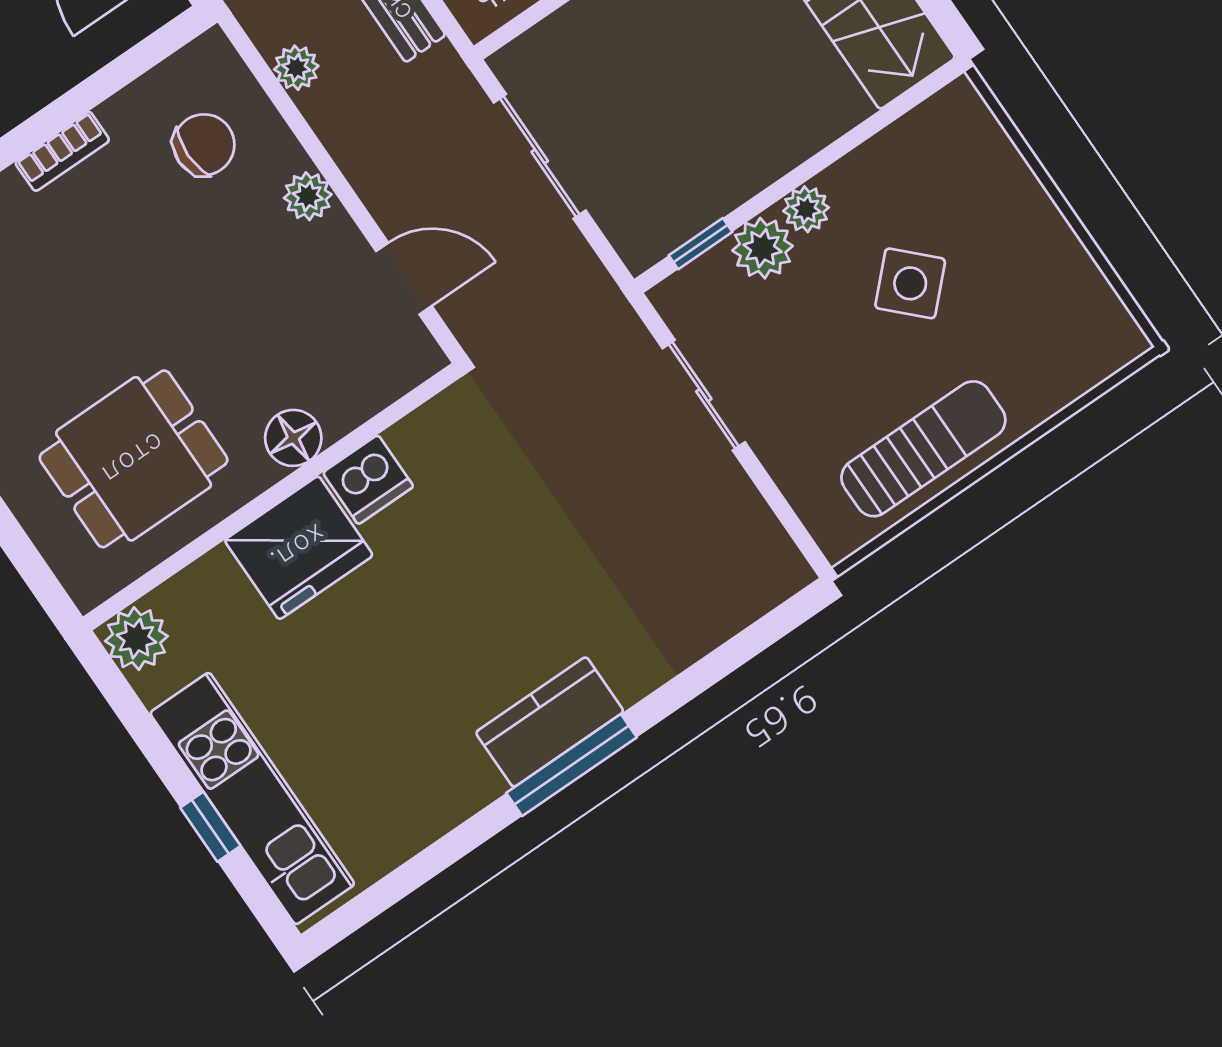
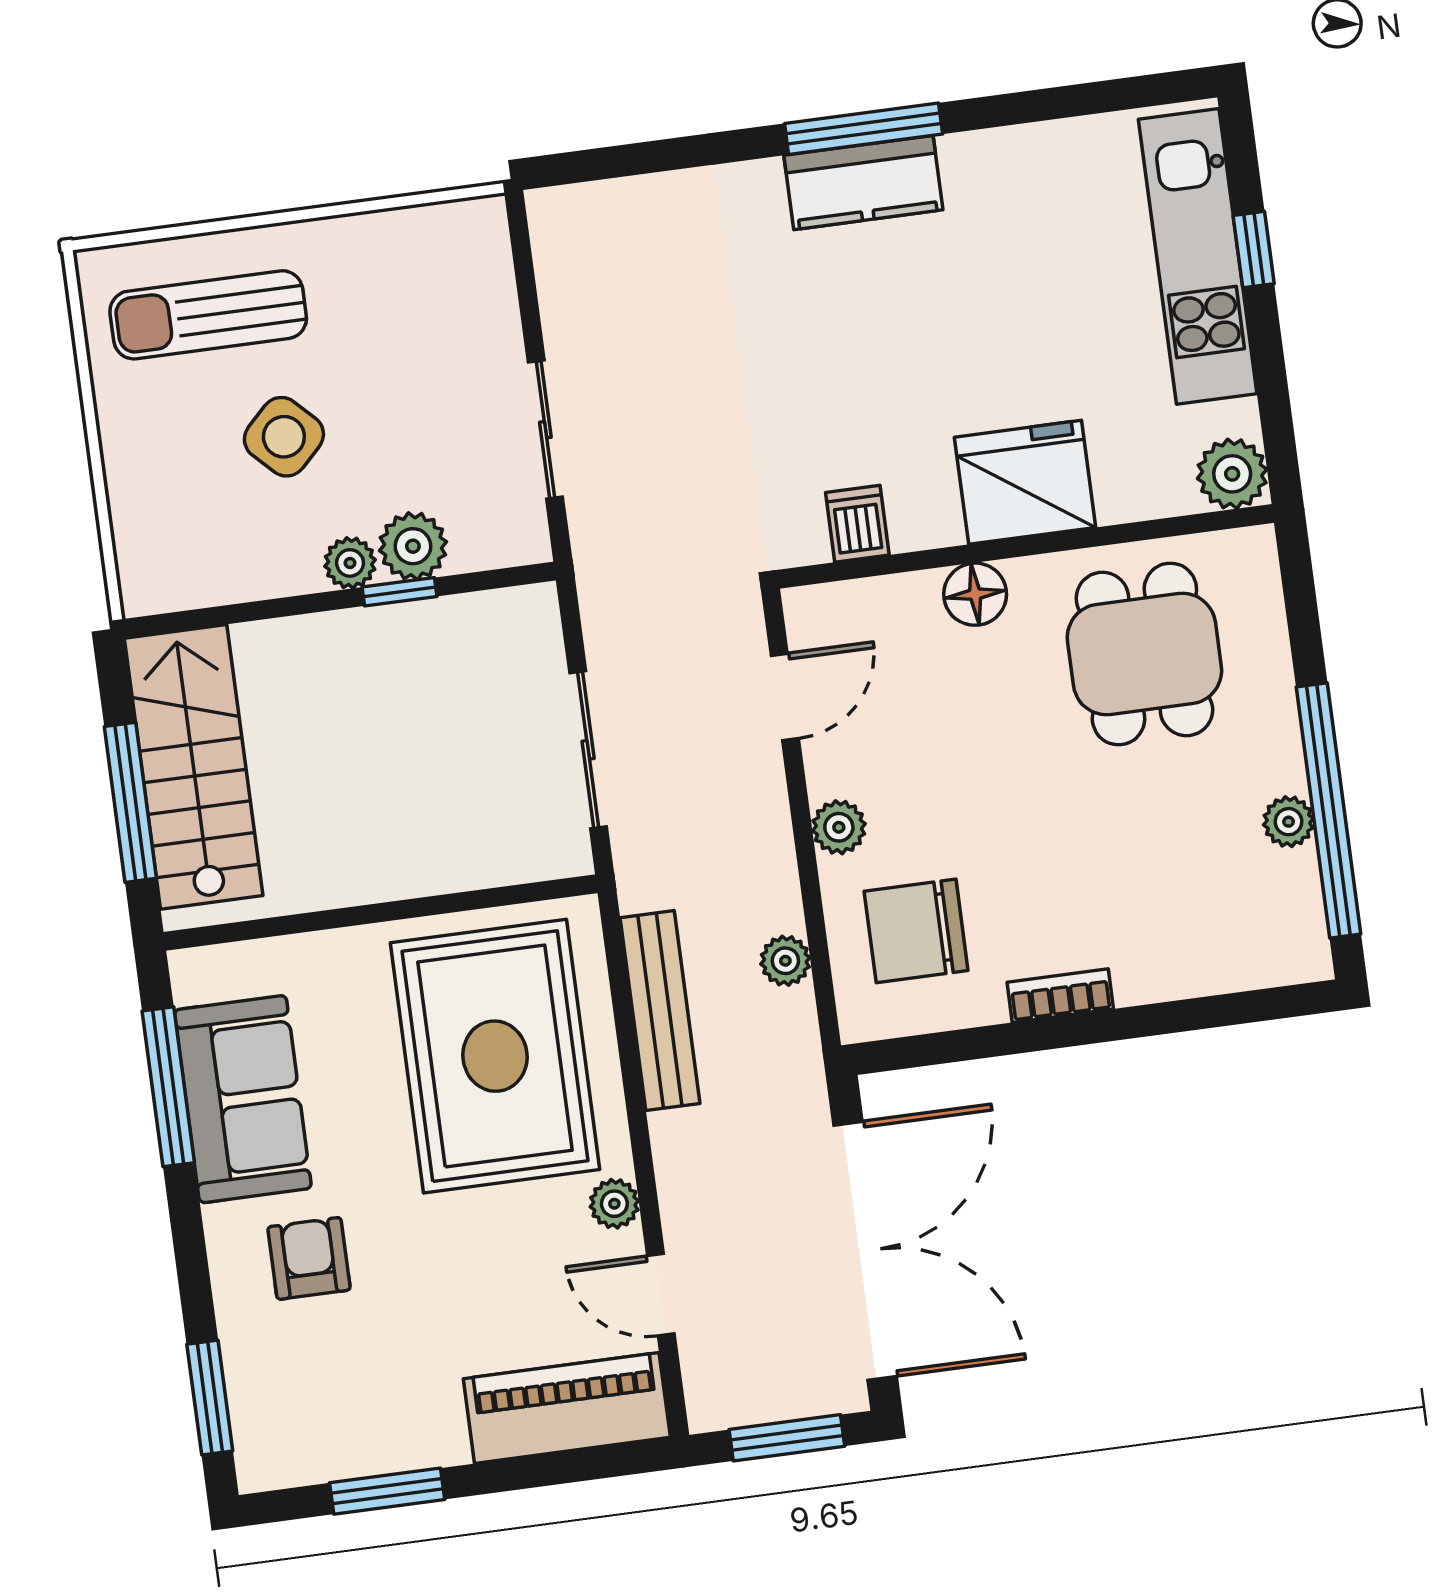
chair: (204, 145) -> (916, 931), width x1.37, depth x1.37
window: (700, 244) -> (400, 592), moved
door: (404, 279) -> (785, 697), swing flipped
sun lounger: (923, 449) -> (208, 315), moved
dining table: (134, 459) -> (1144, 654), turned 90
dishwasher: (368, 480) -> (857, 524), moved, width x0.73

